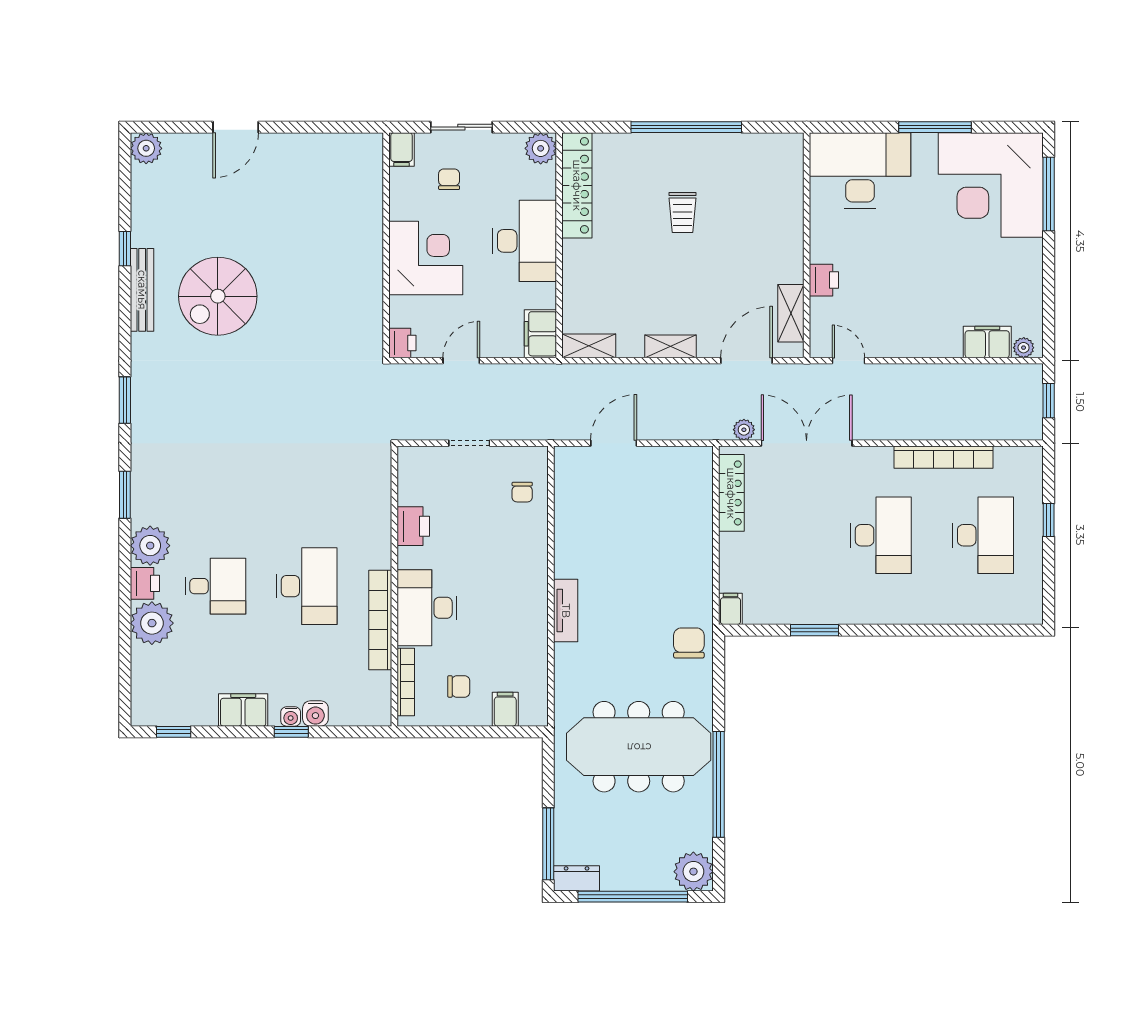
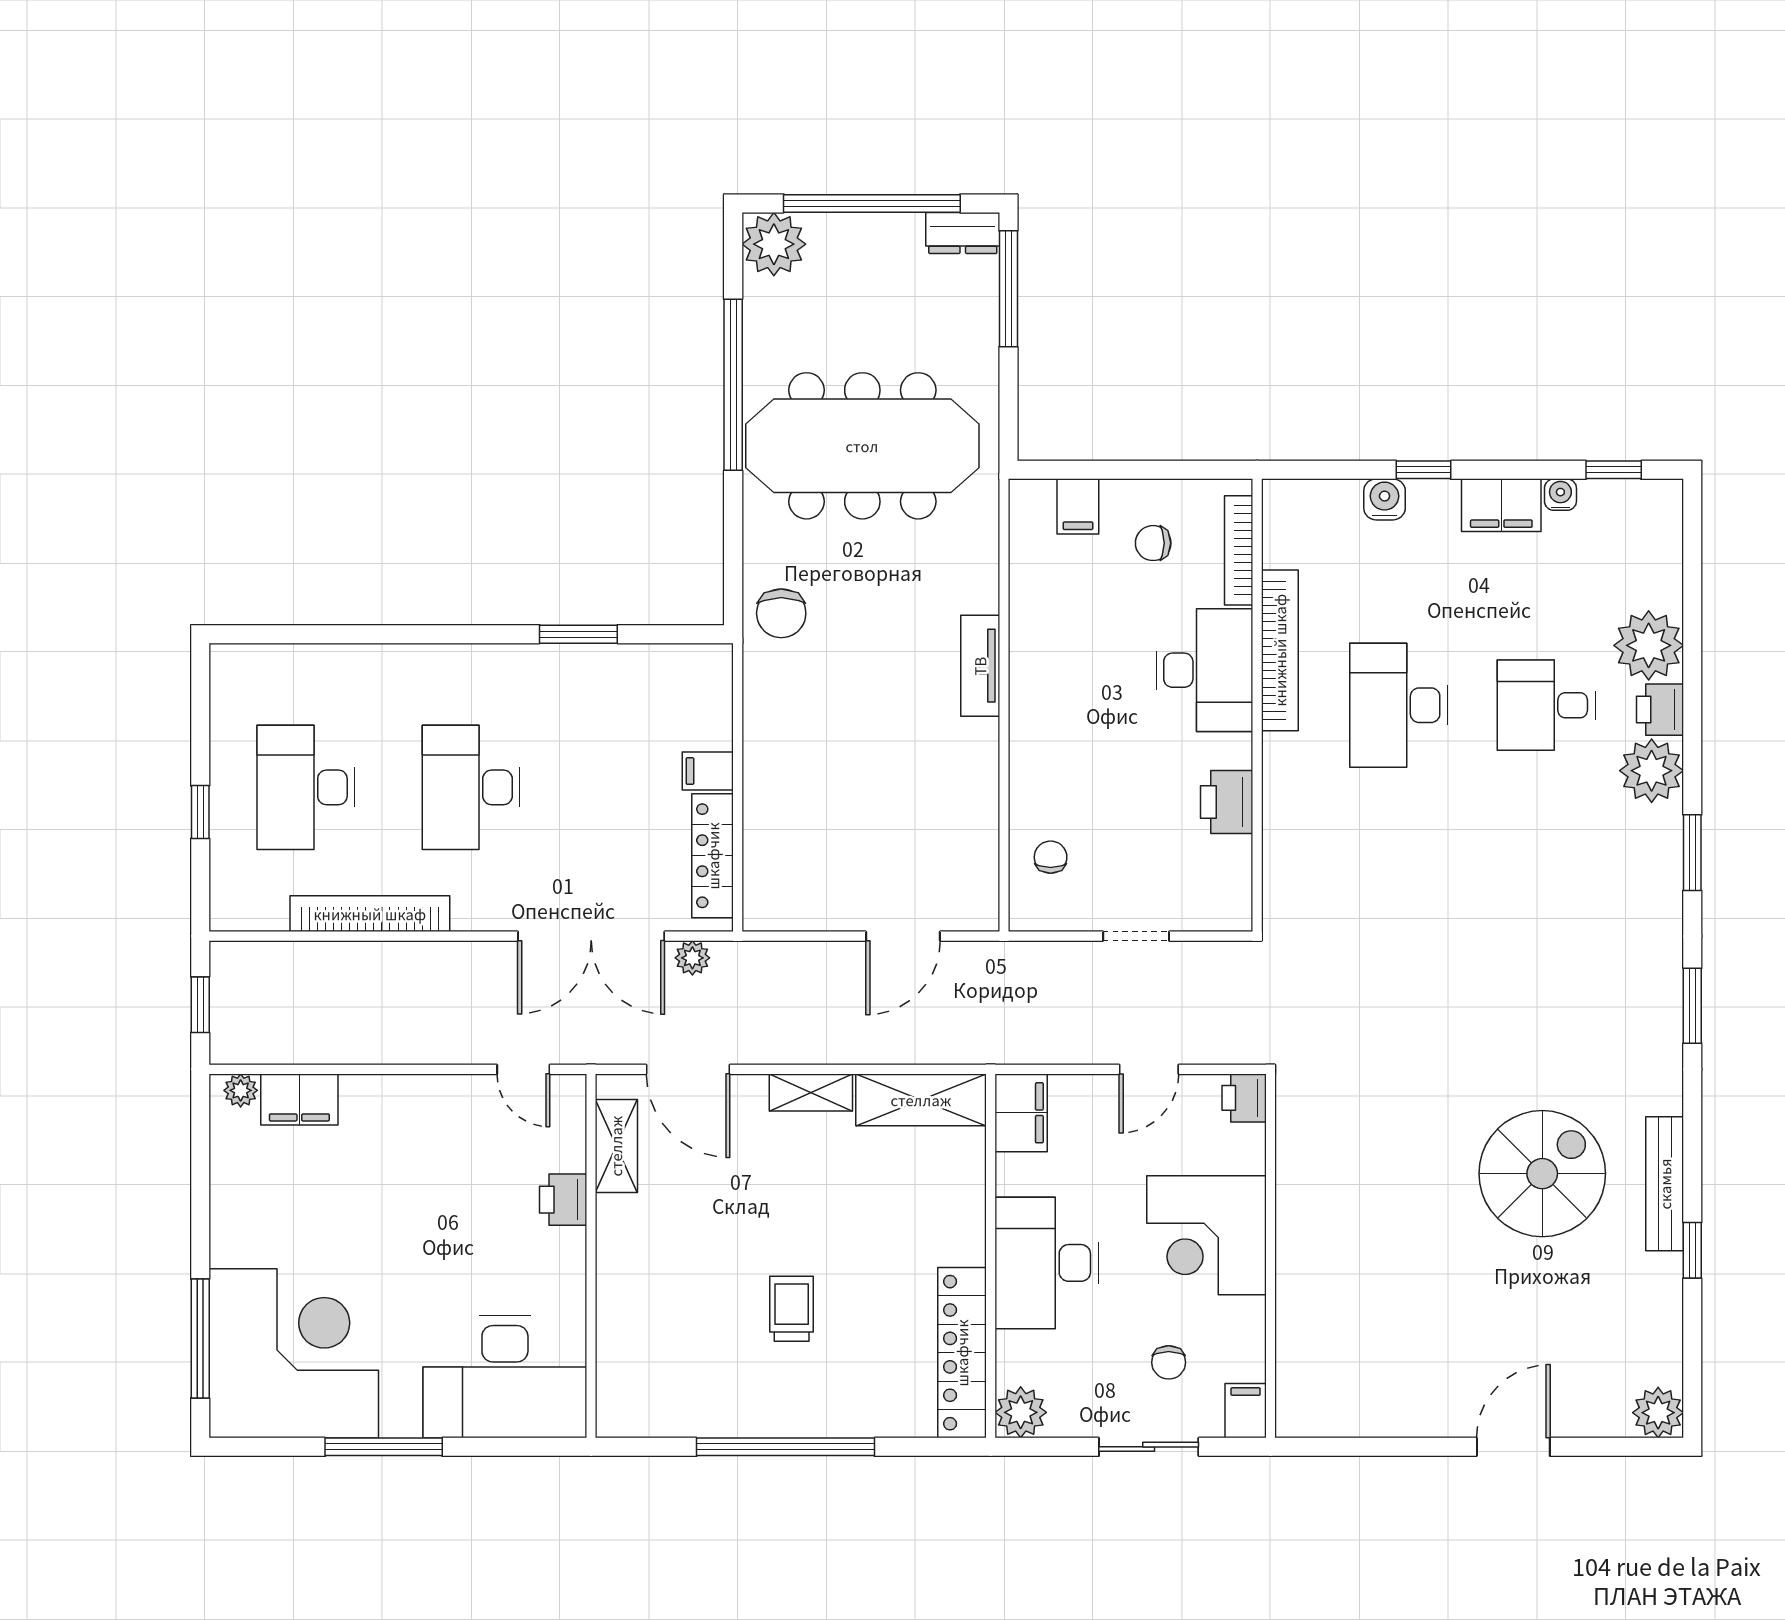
shelving: (589, 346) -> (921, 1100), width x1.50, depth x1.33
door: (747, 361) -> (688, 1069), hinge flipped
filing cabinet: (730, 609) -> (708, 771), moved, turned 90
water cooler: (291, 716) -> (1560, 495), moved

